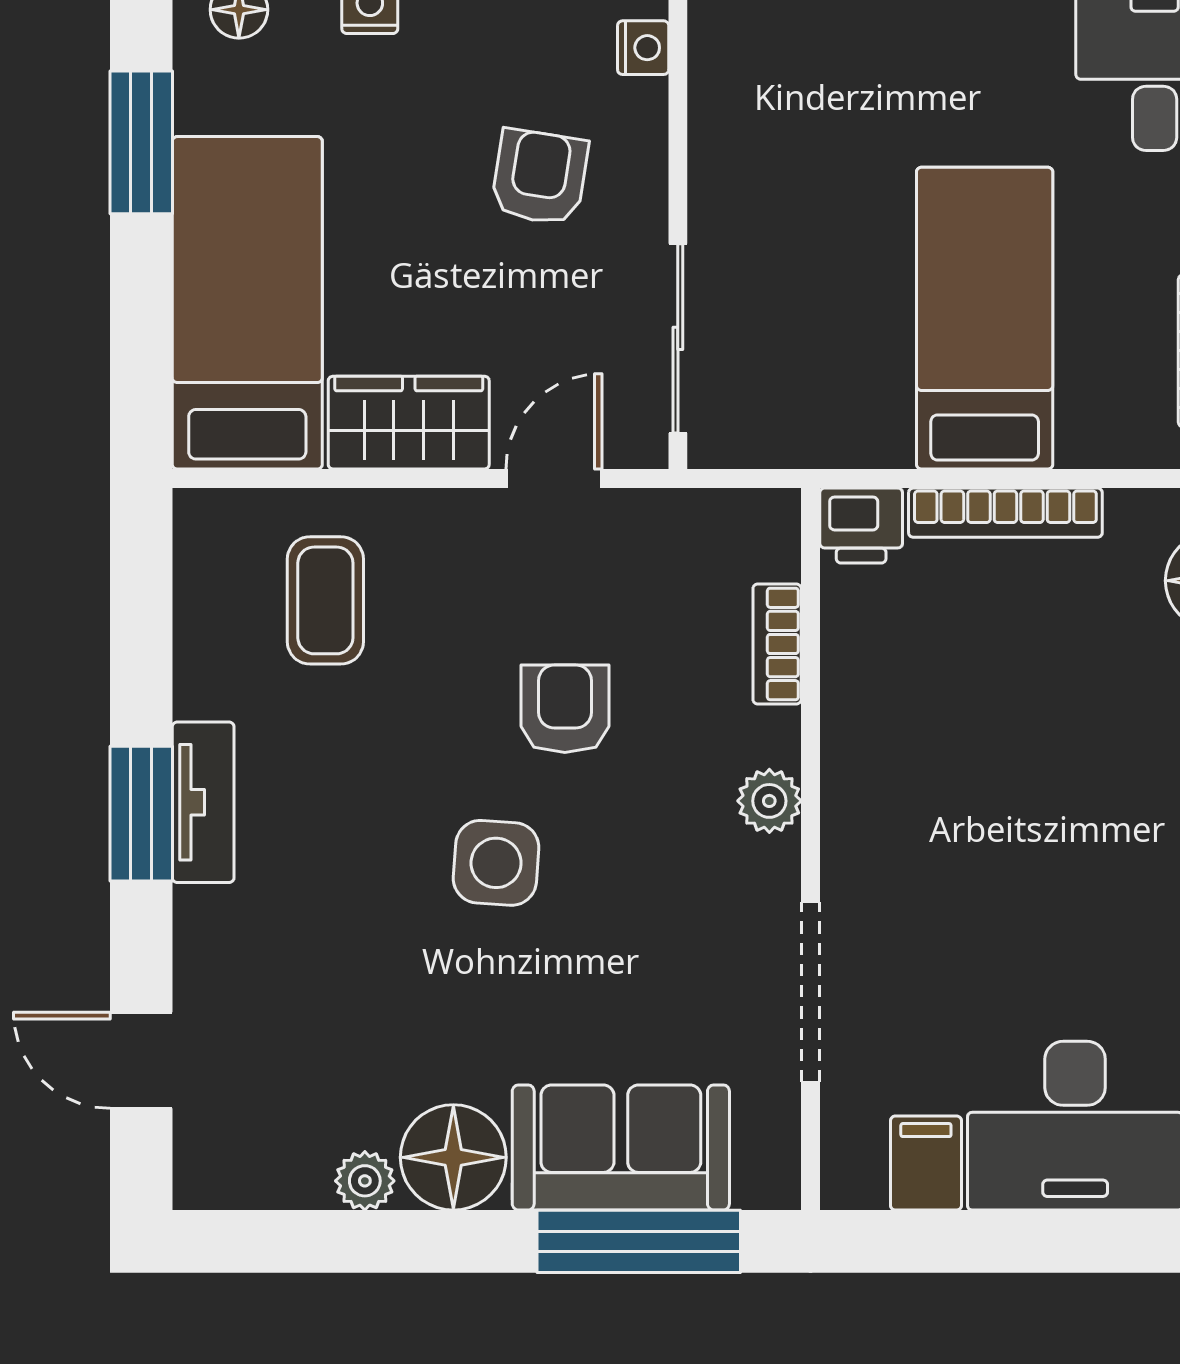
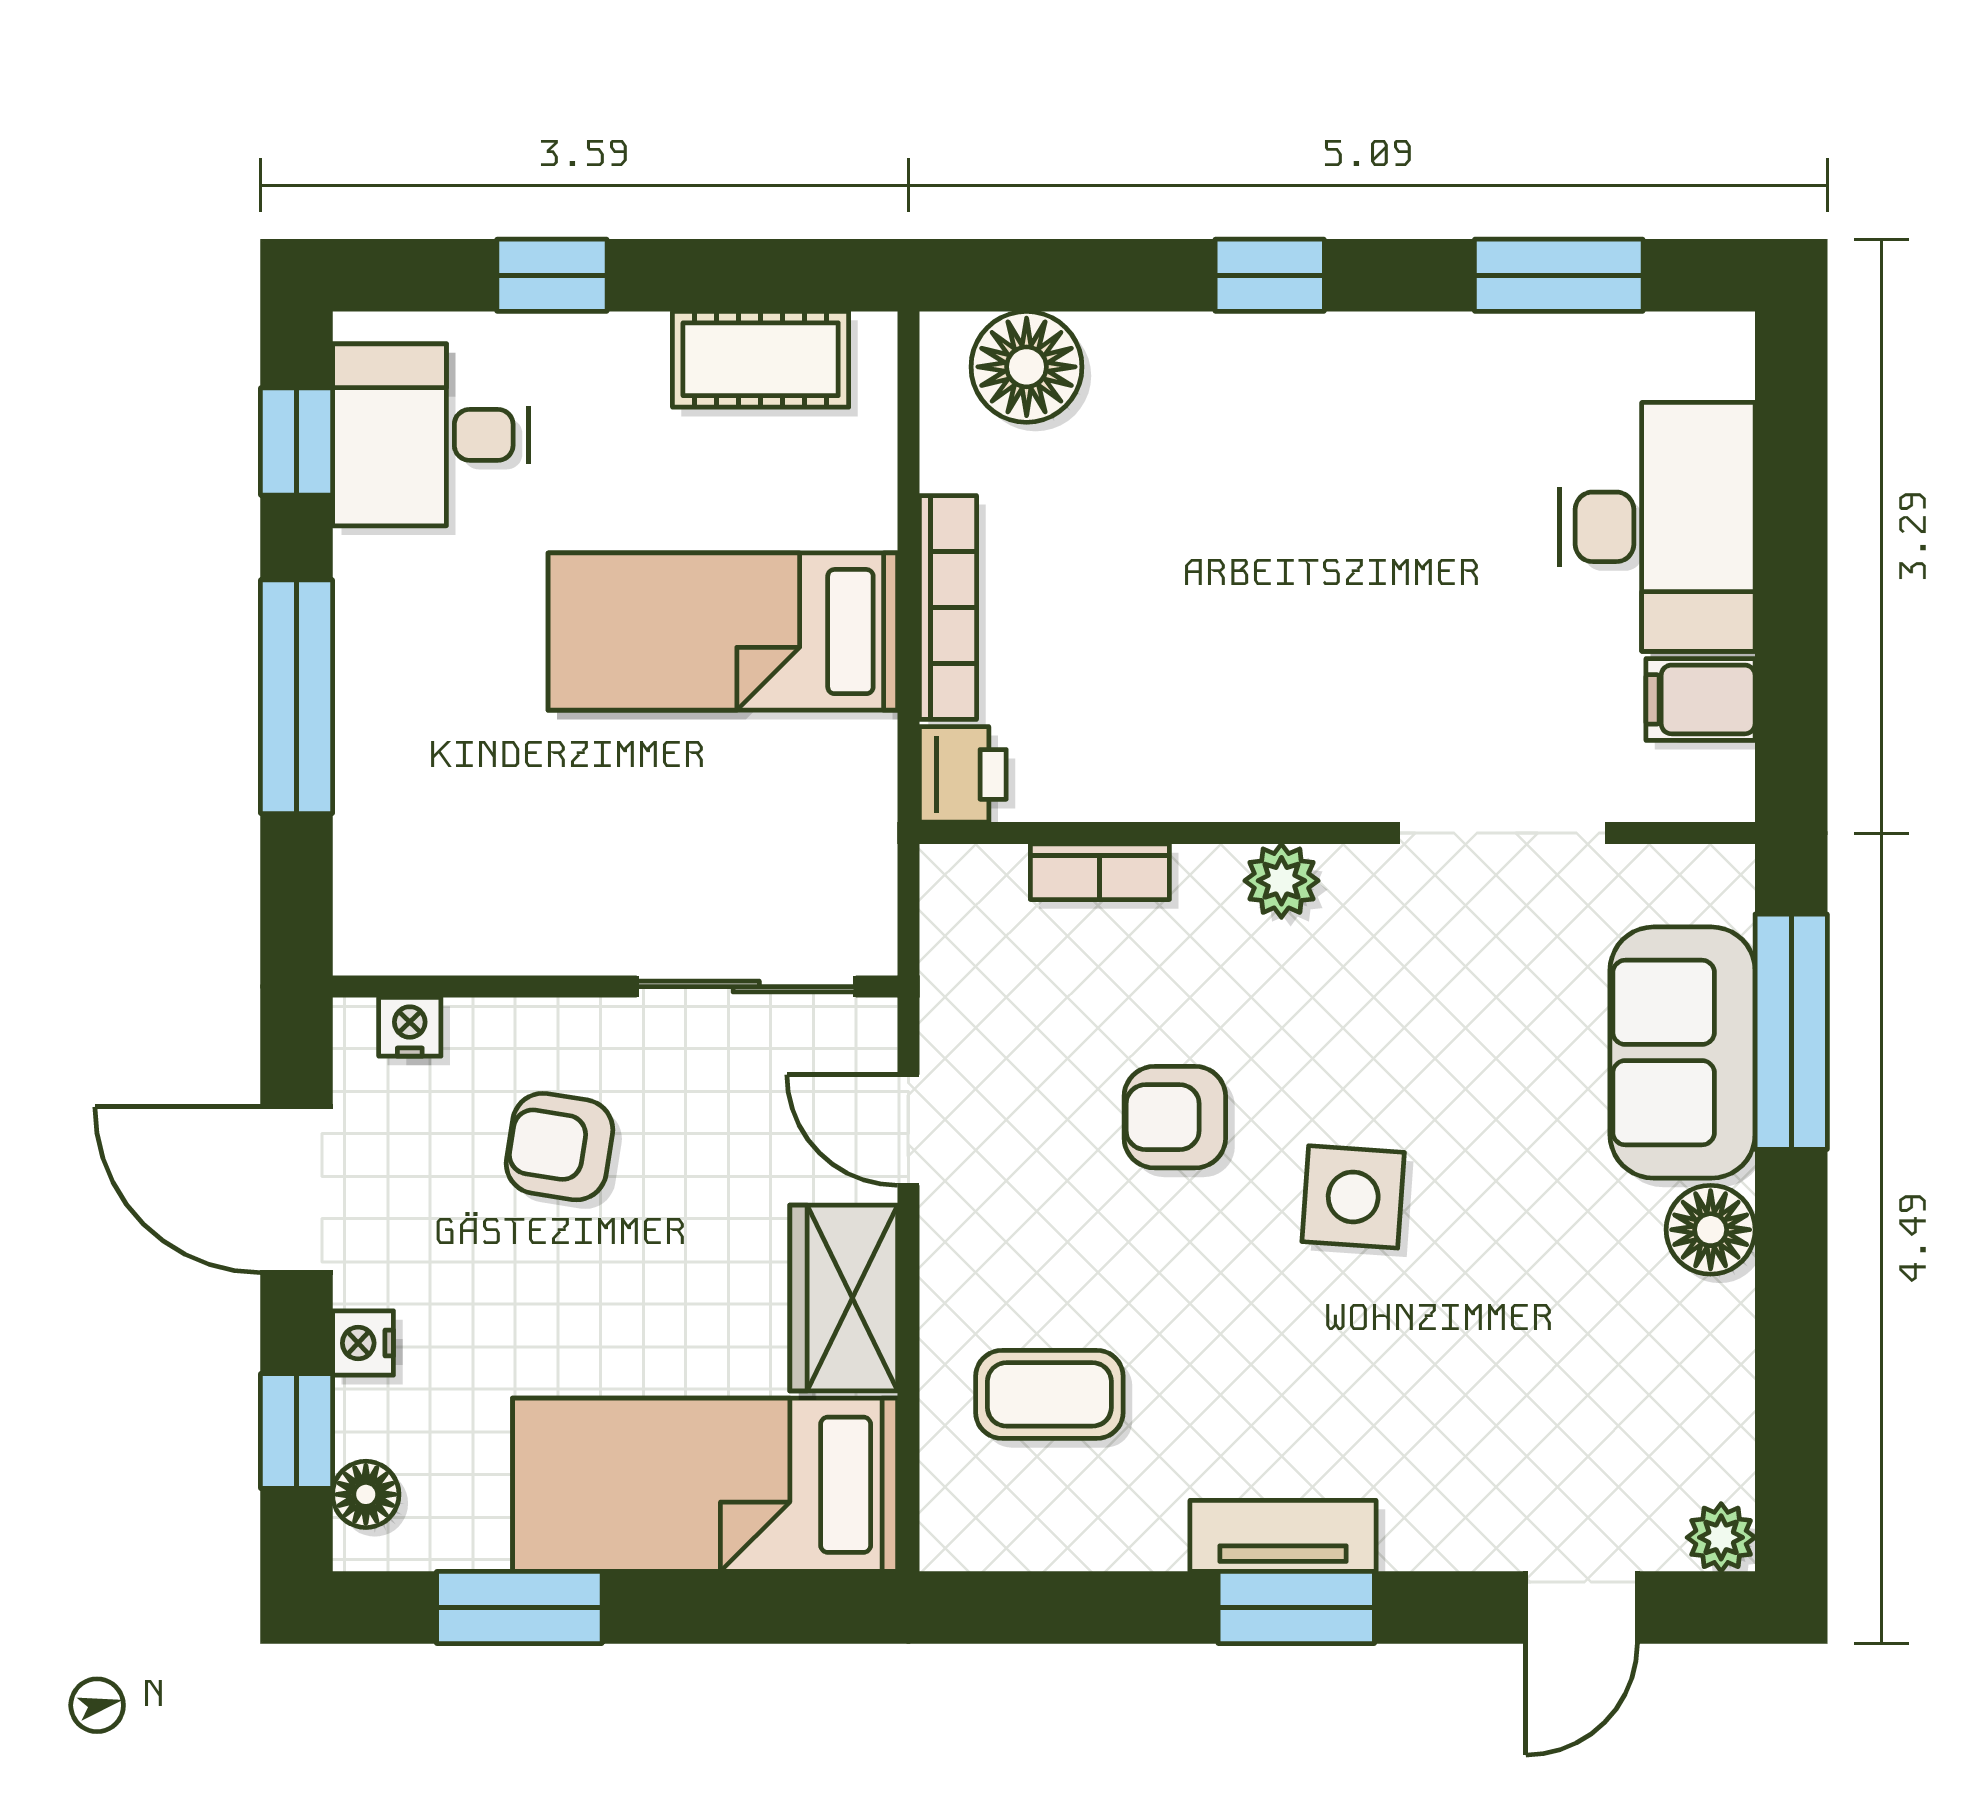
floor lamp: (453, 1157) -> (1711, 1230), width x0.73, depth x0.73
plant: (365, 1181) -> (1721, 1537), moved

